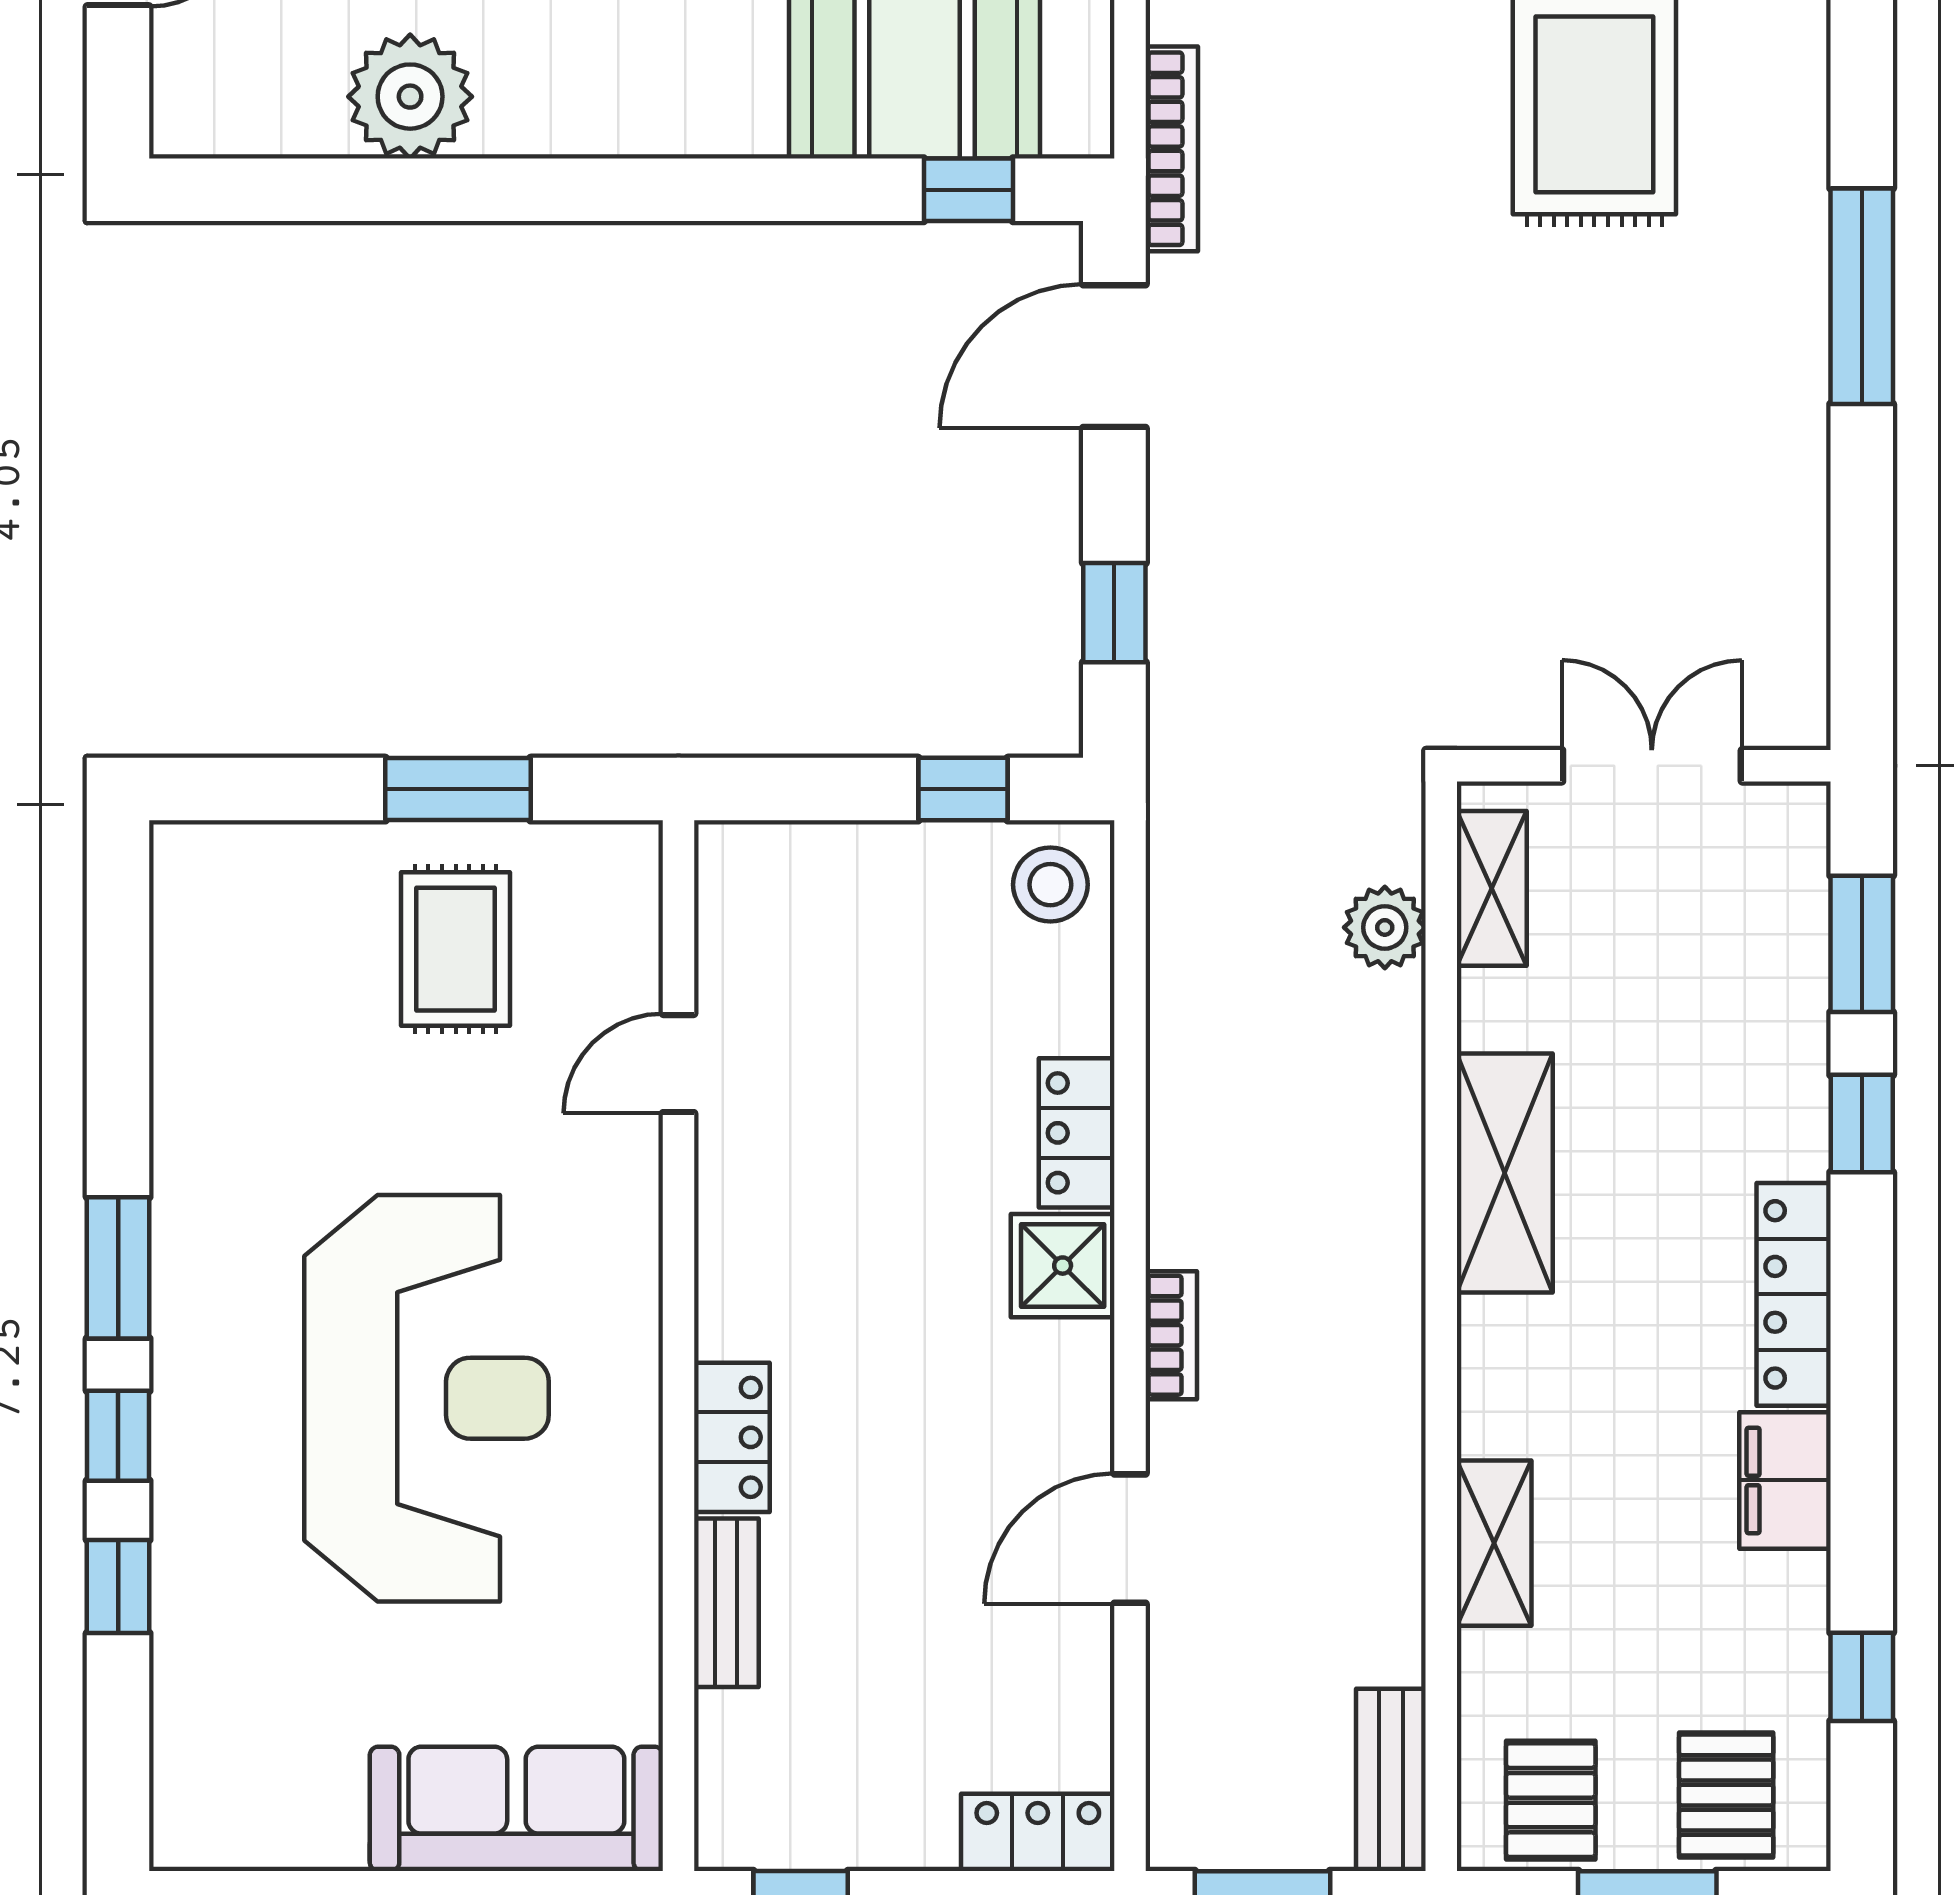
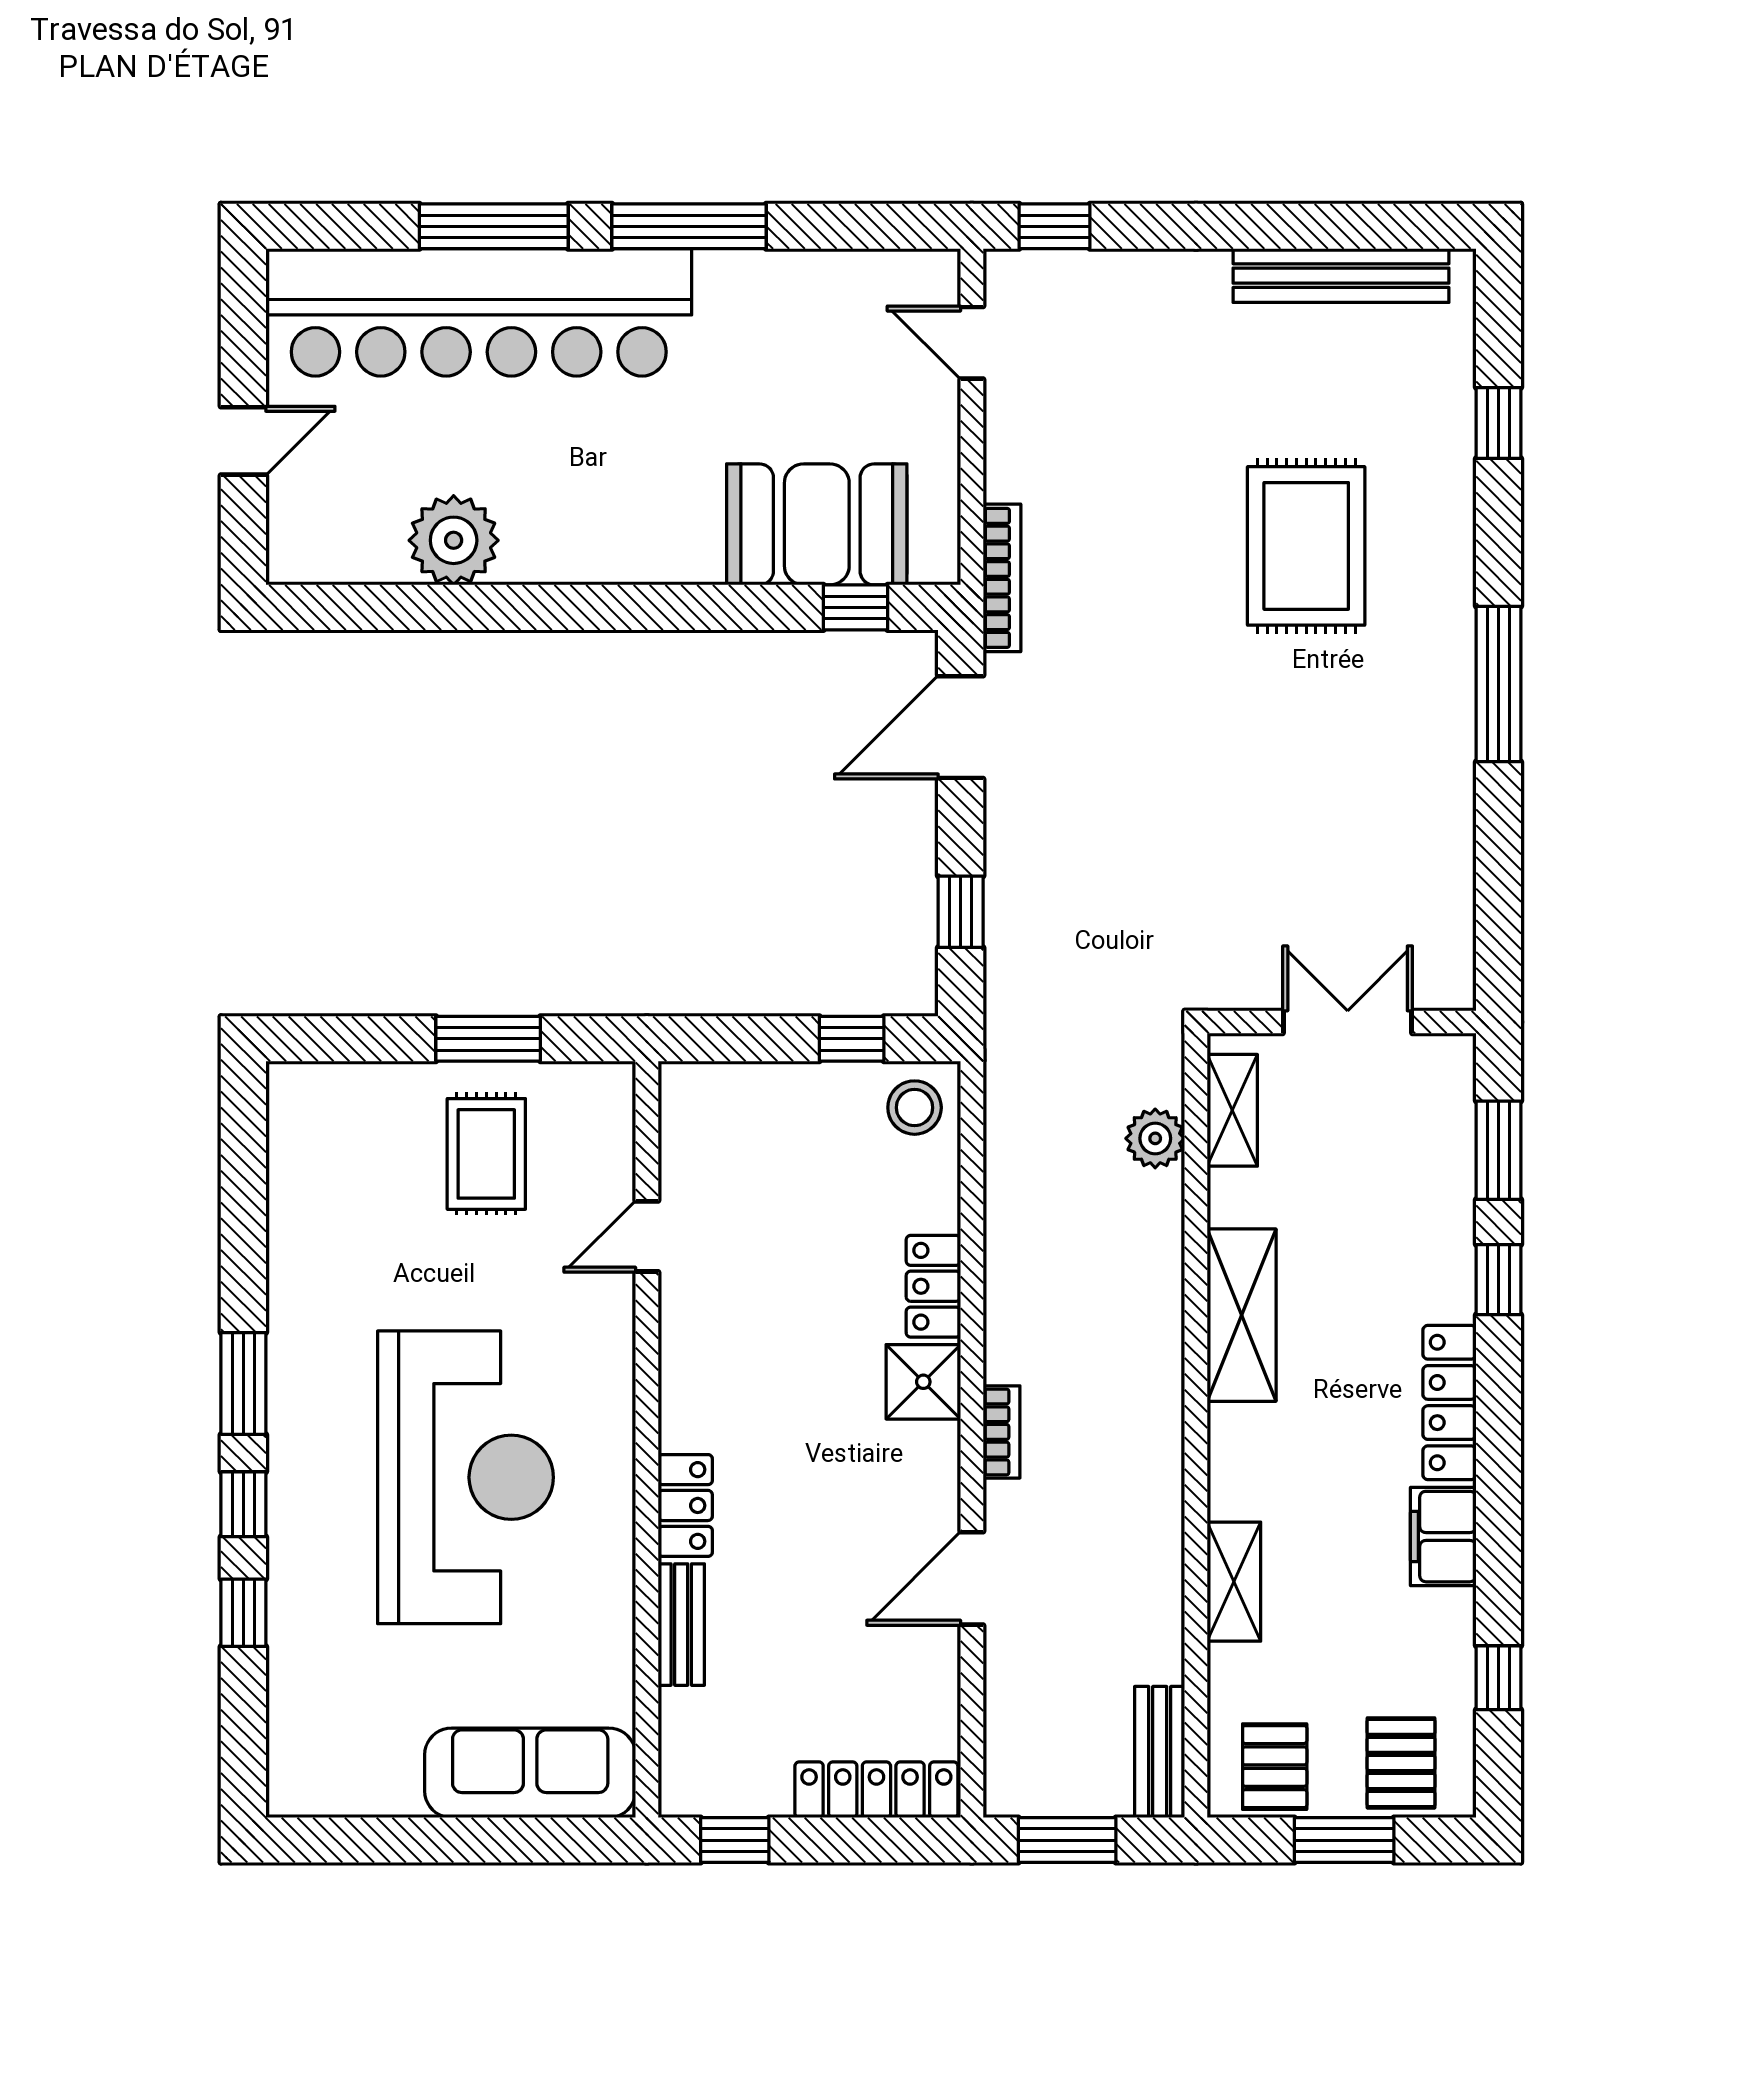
locker: (1038, 1832) -> (876, 1790), width x1.53

